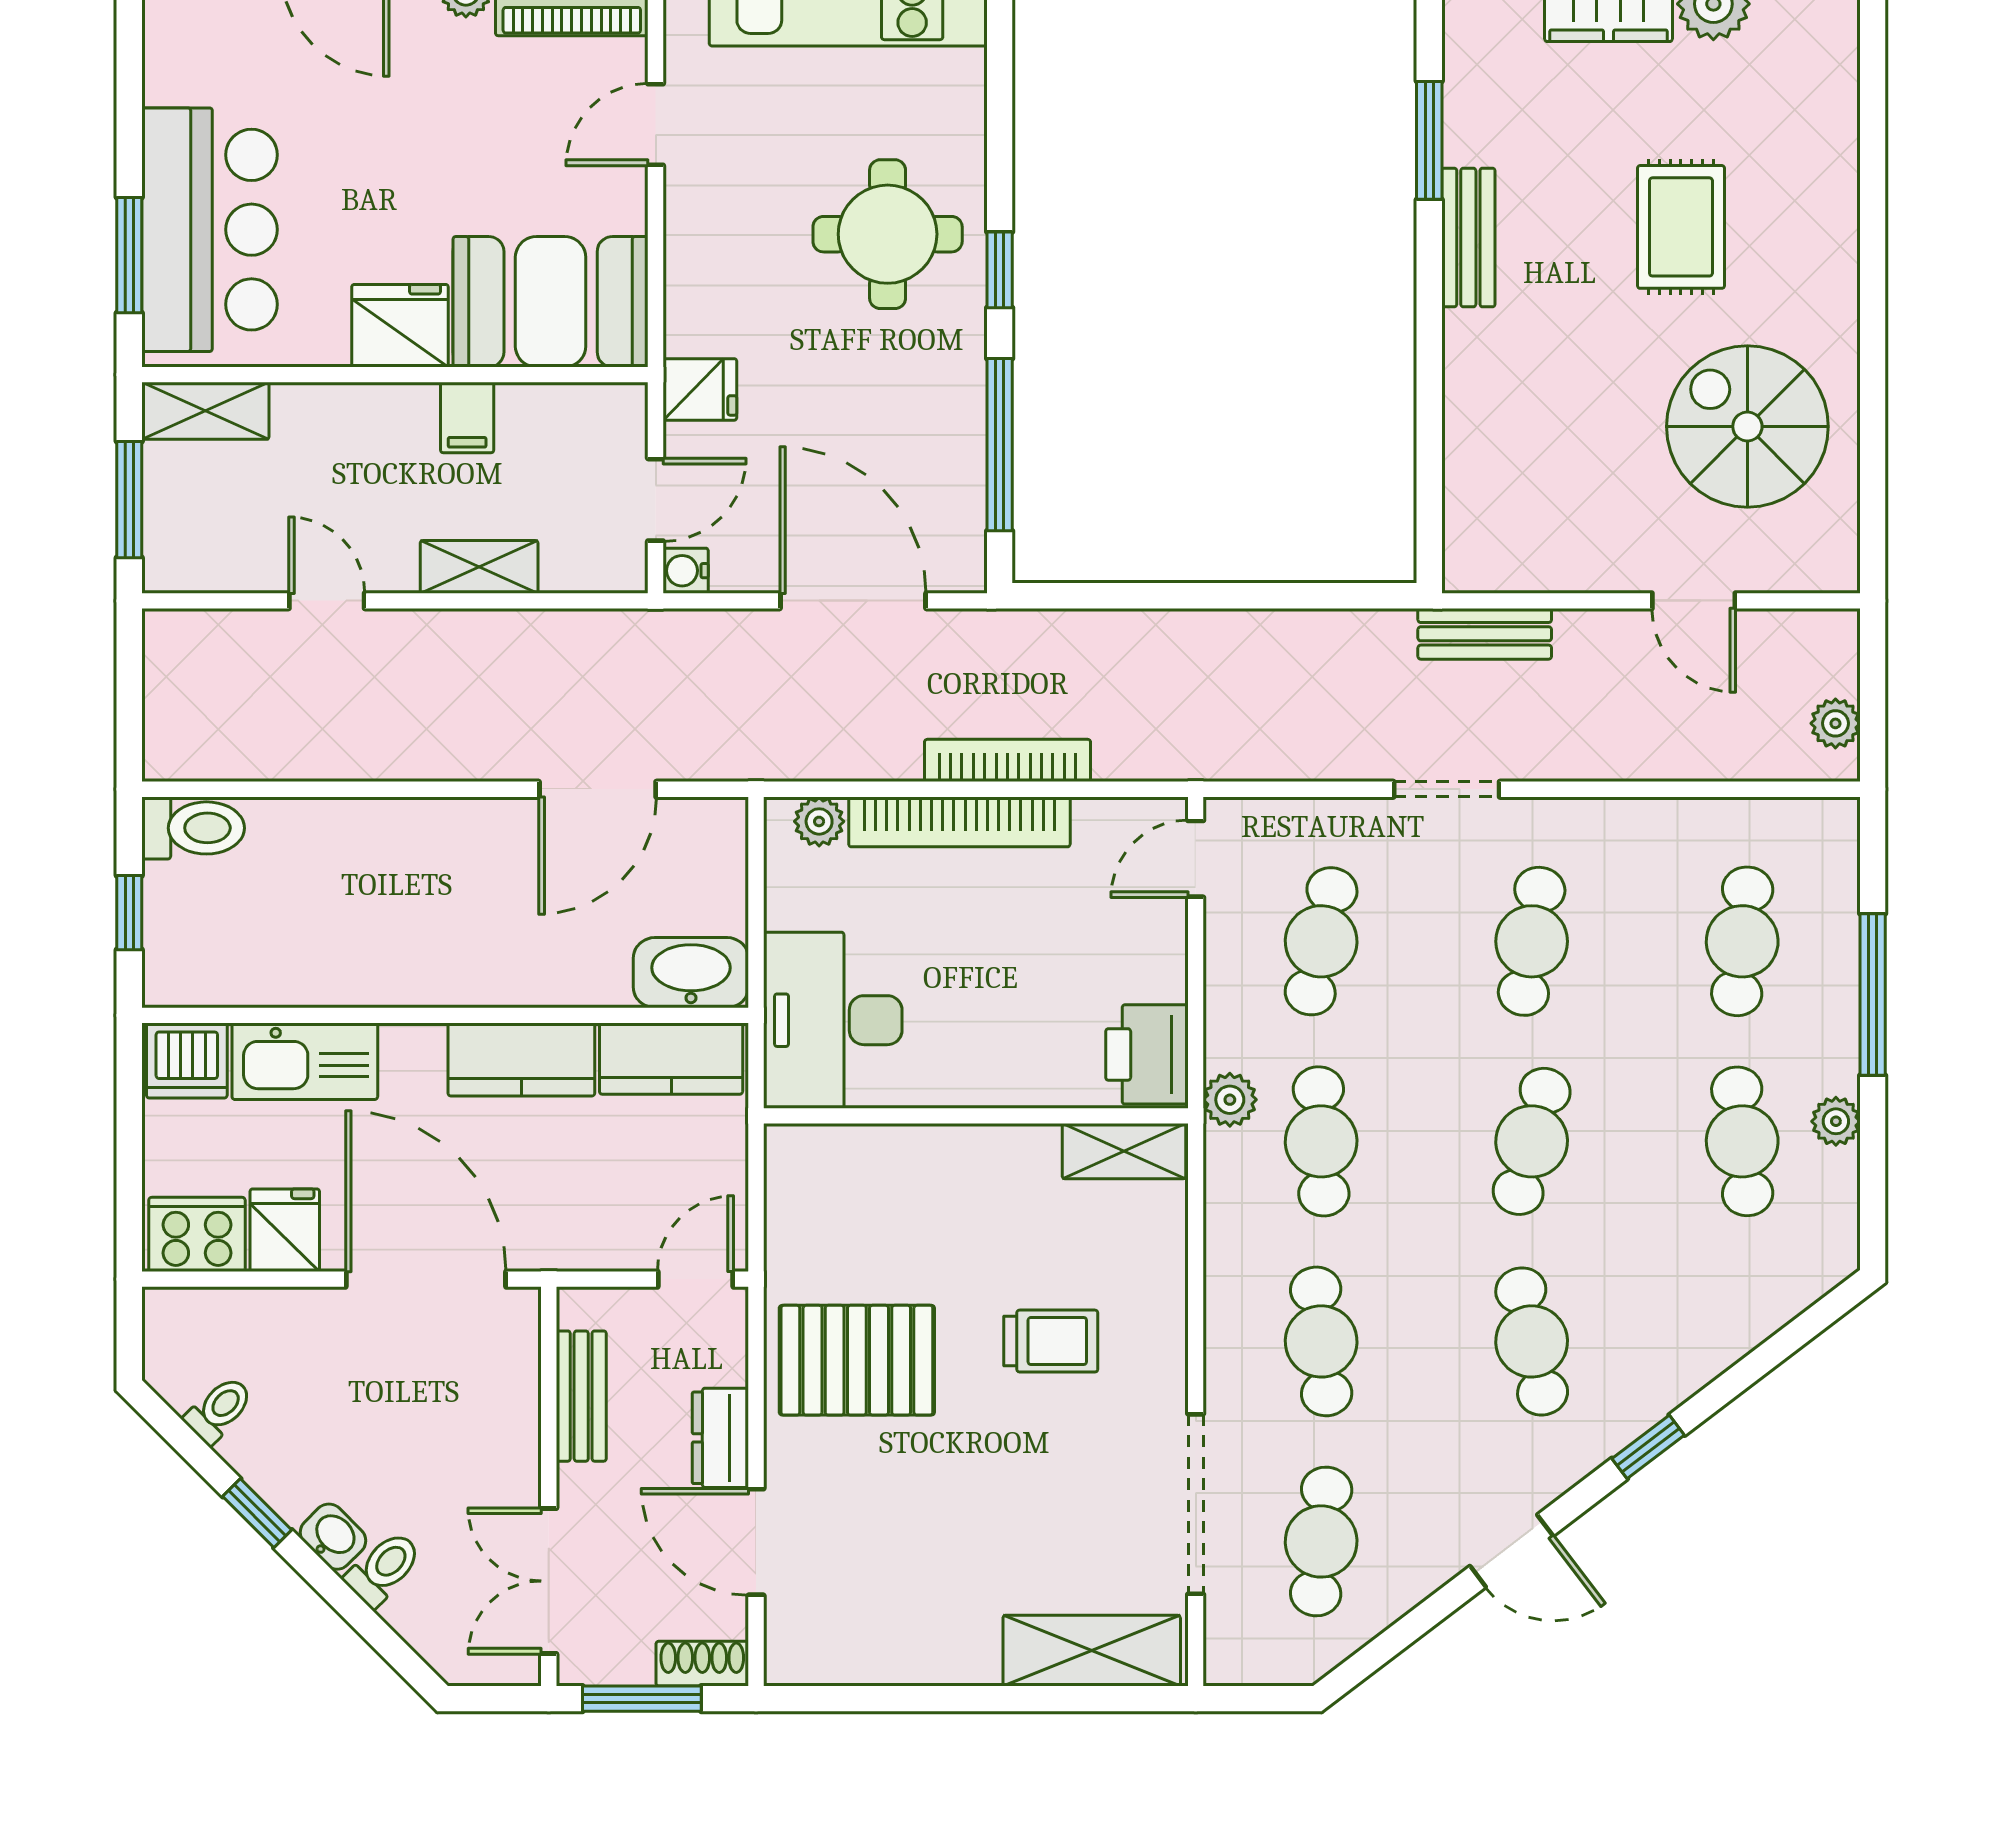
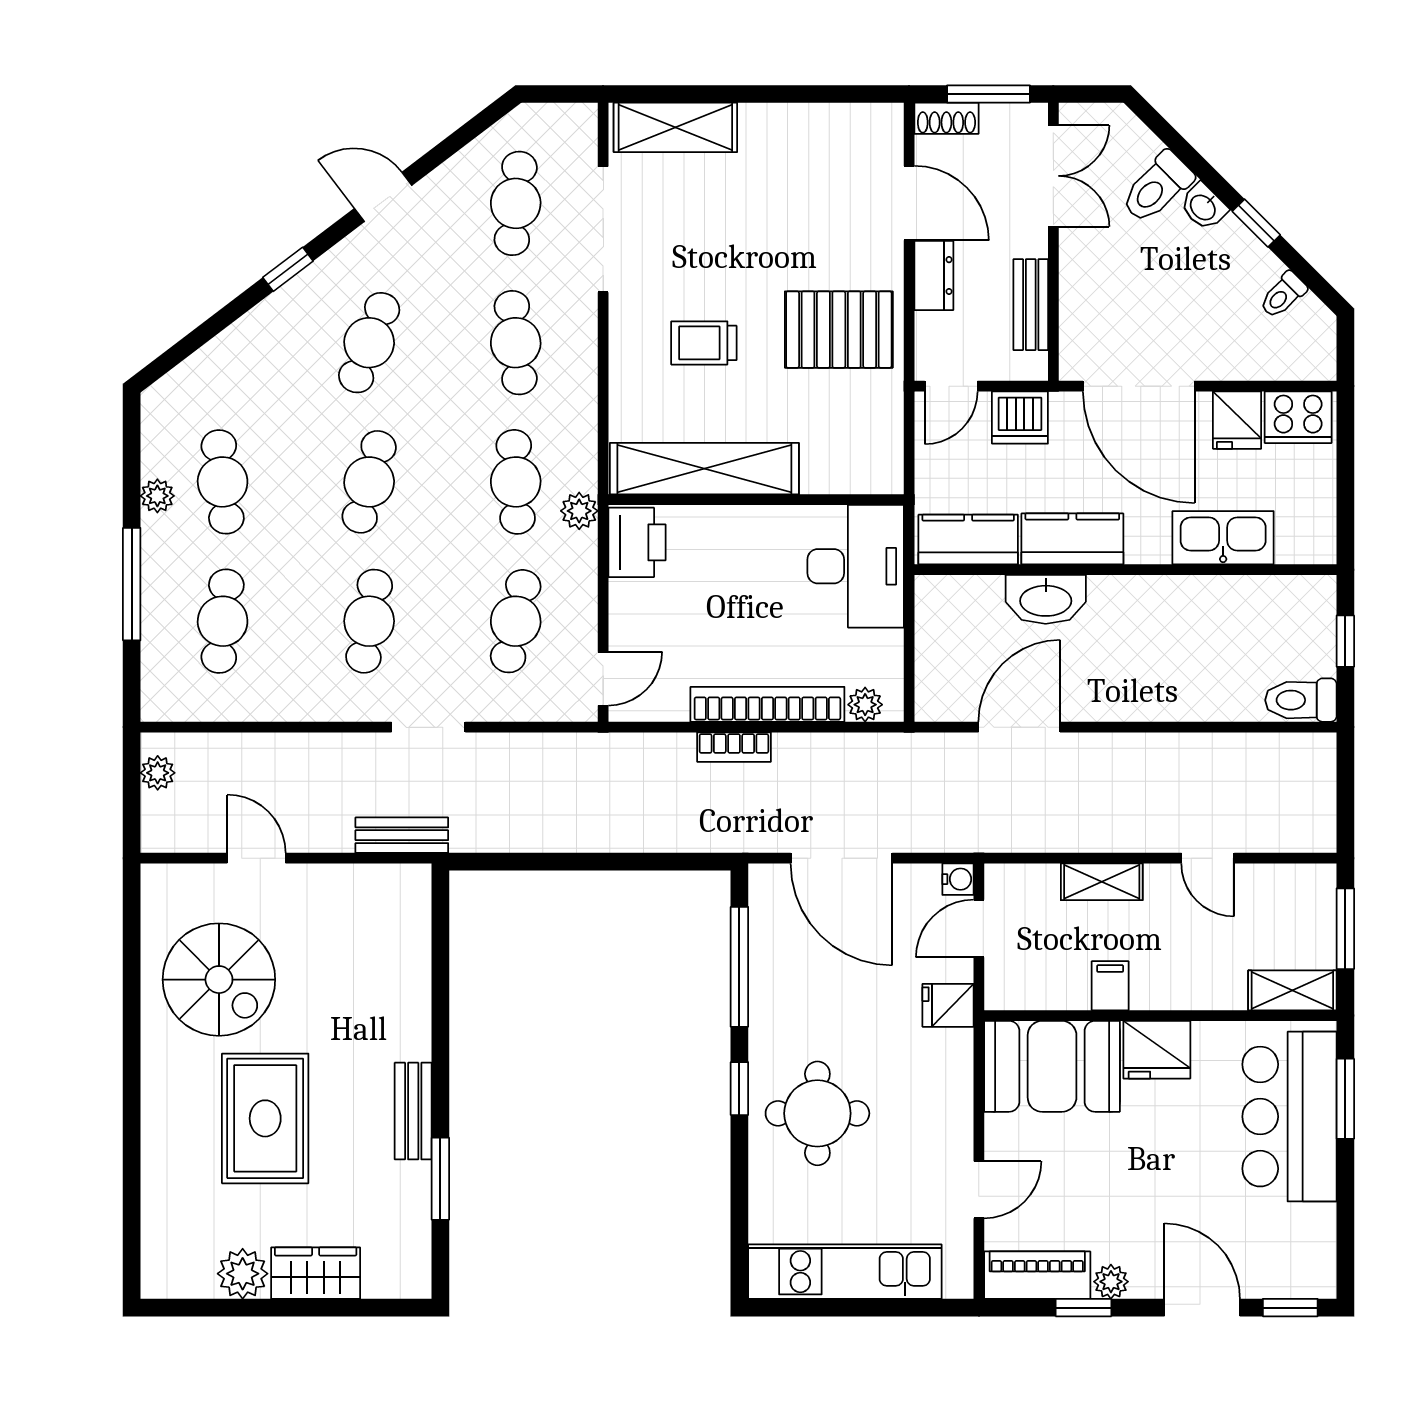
rug: (1681, 227) -> (265, 1118), width x1.36, depth x1.43
bookcase: (1007, 760) -> (734, 747), width x0.64
washbasin: (691, 973) -> (1046, 599), moved
dishwasher: (187, 1060) -> (1020, 417), moved, turned 180
shelving: (1124, 1151) -> (704, 469), width x2.20, depth x1.33
cafe table: (1532, 1341) -> (369, 343), turned 33
toilet: (383, 1569) -> (1157, 187), width x1.37, depth x1.39

